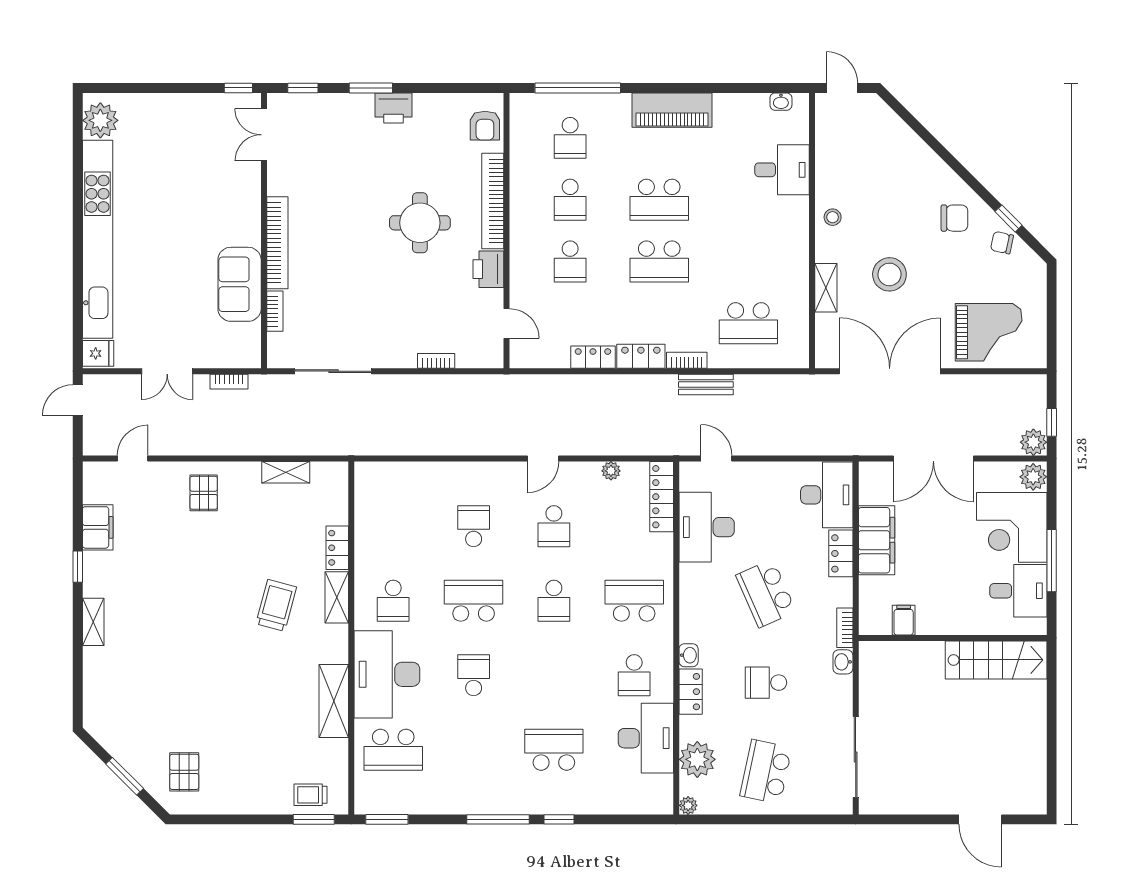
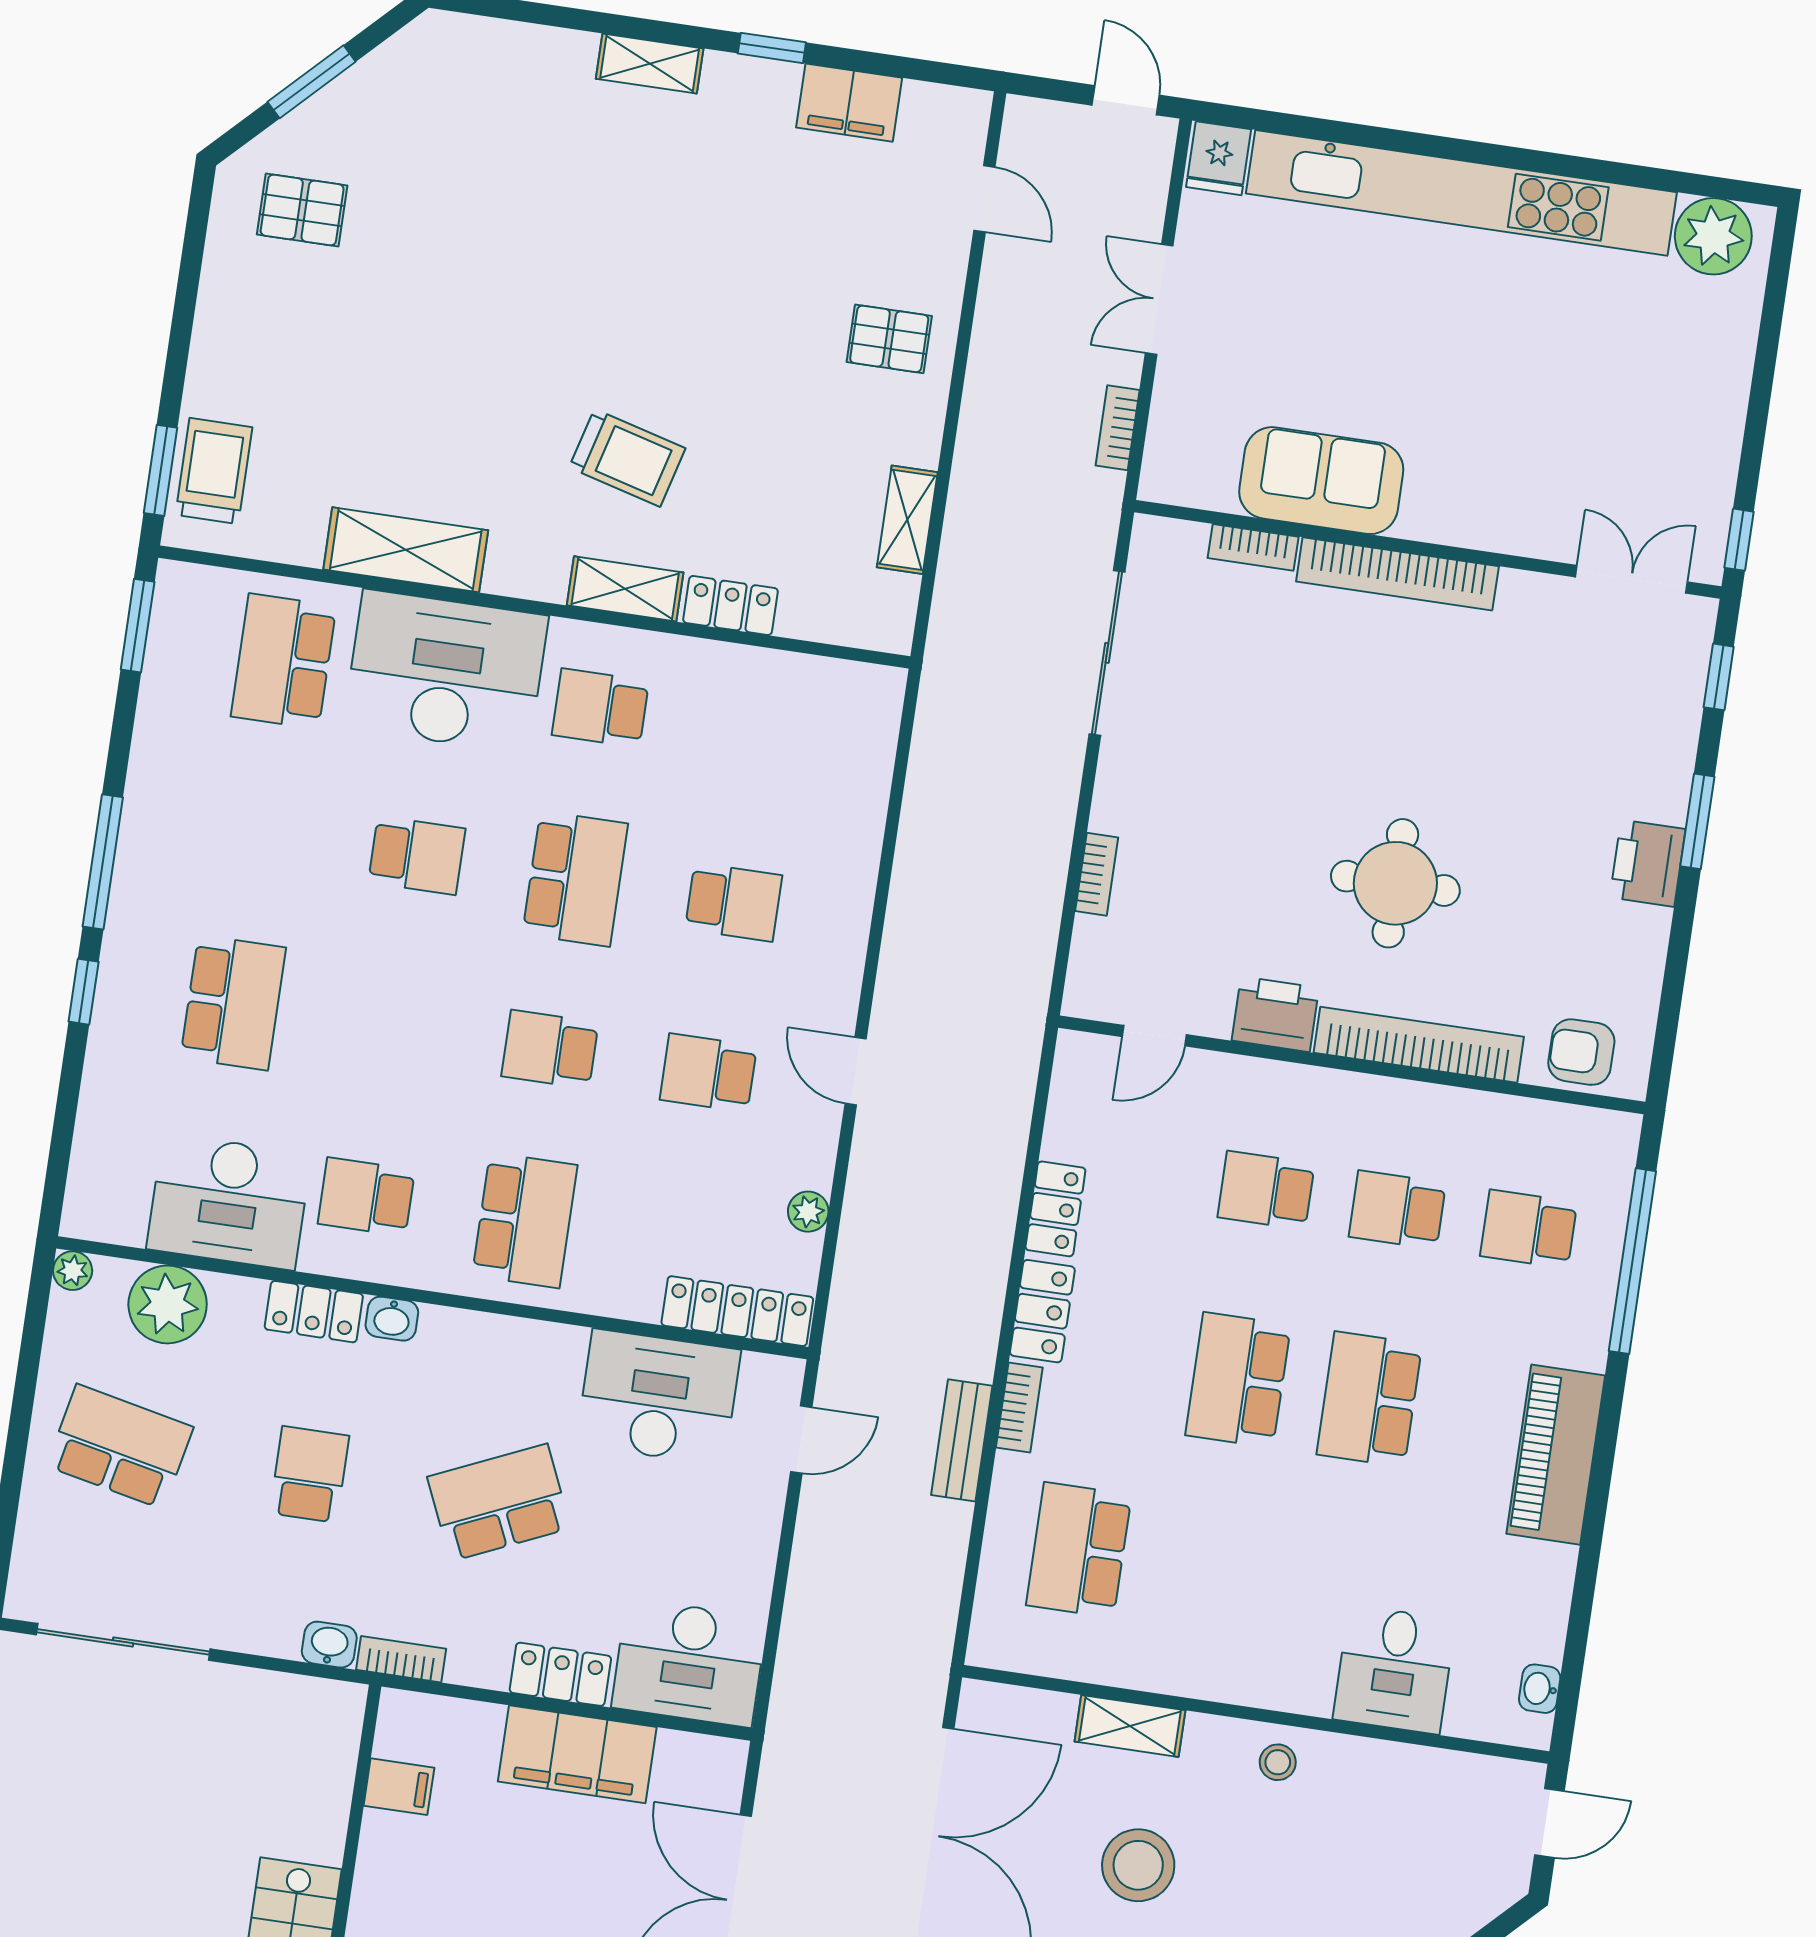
trolley: (310, 795) -> (214, 471), width x1.36, depth x1.39

